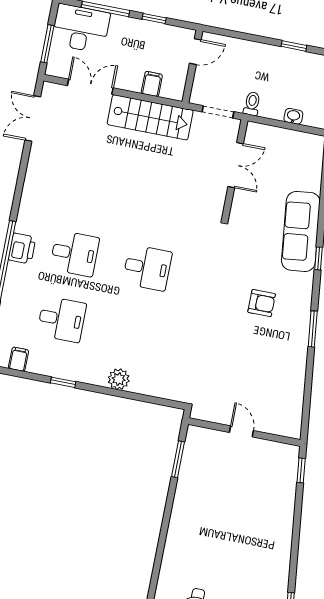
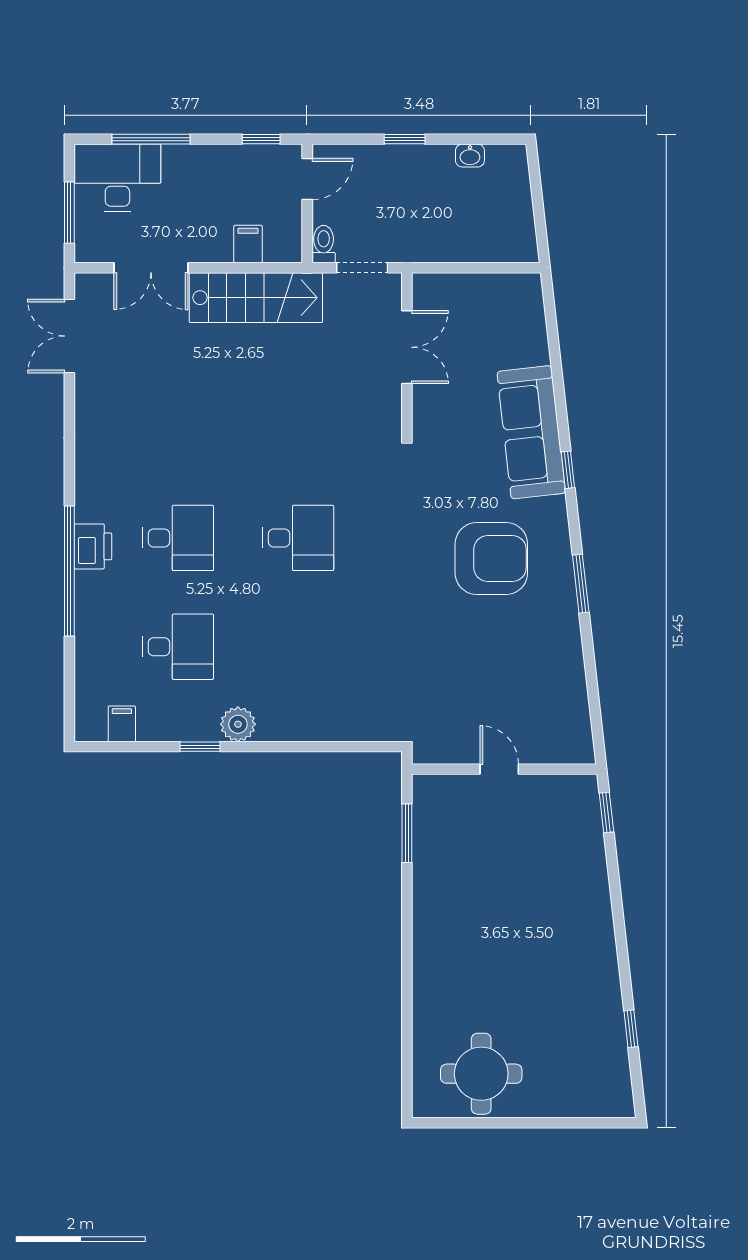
window: (154, 19) -> (261, 139), moved
window: (294, 46) -> (405, 139), moved
double door: (90, 87) -> (151, 268), swing flipped
toilet: (252, 104) -> (324, 244), moved
washbasin: (293, 116) -> (470, 156), moved, turned 180
armchair: (262, 303) -> (491, 558), width x1.88, depth x1.88
plant: (119, 379) -> (238, 724), moved

